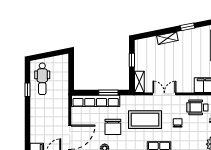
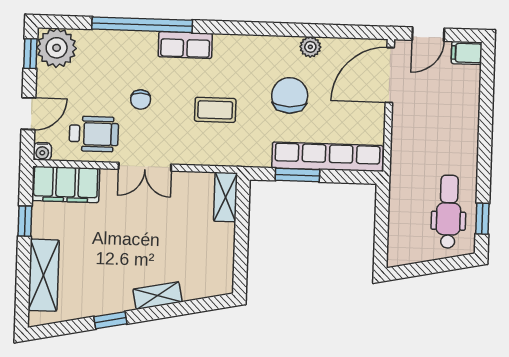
window: (132, 60) -> (241, 248), removed
window: (28, 90) -> (482, 219), moved
double door: (164, 94) -> (145, 167), moved
coffee table: (145, 120) -> (215, 110), width x0.54, depth x0.58

